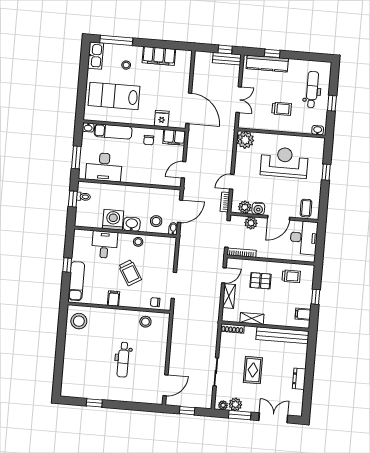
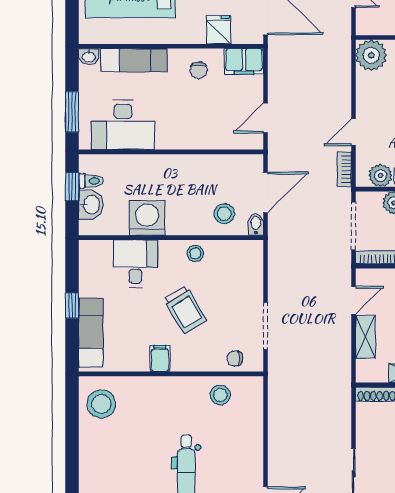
washbasin: (132, 224) -> (91, 205), moved, turned 90

